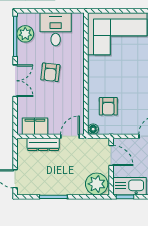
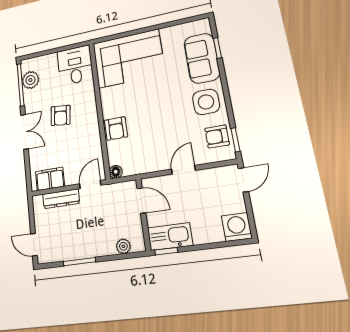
desk: (56, 29) -> (75, 65), moved
armchair: (108, 106) -> (116, 129), moved
plant: (97, 184) -> (123, 246), width x0.53, depth x0.53

